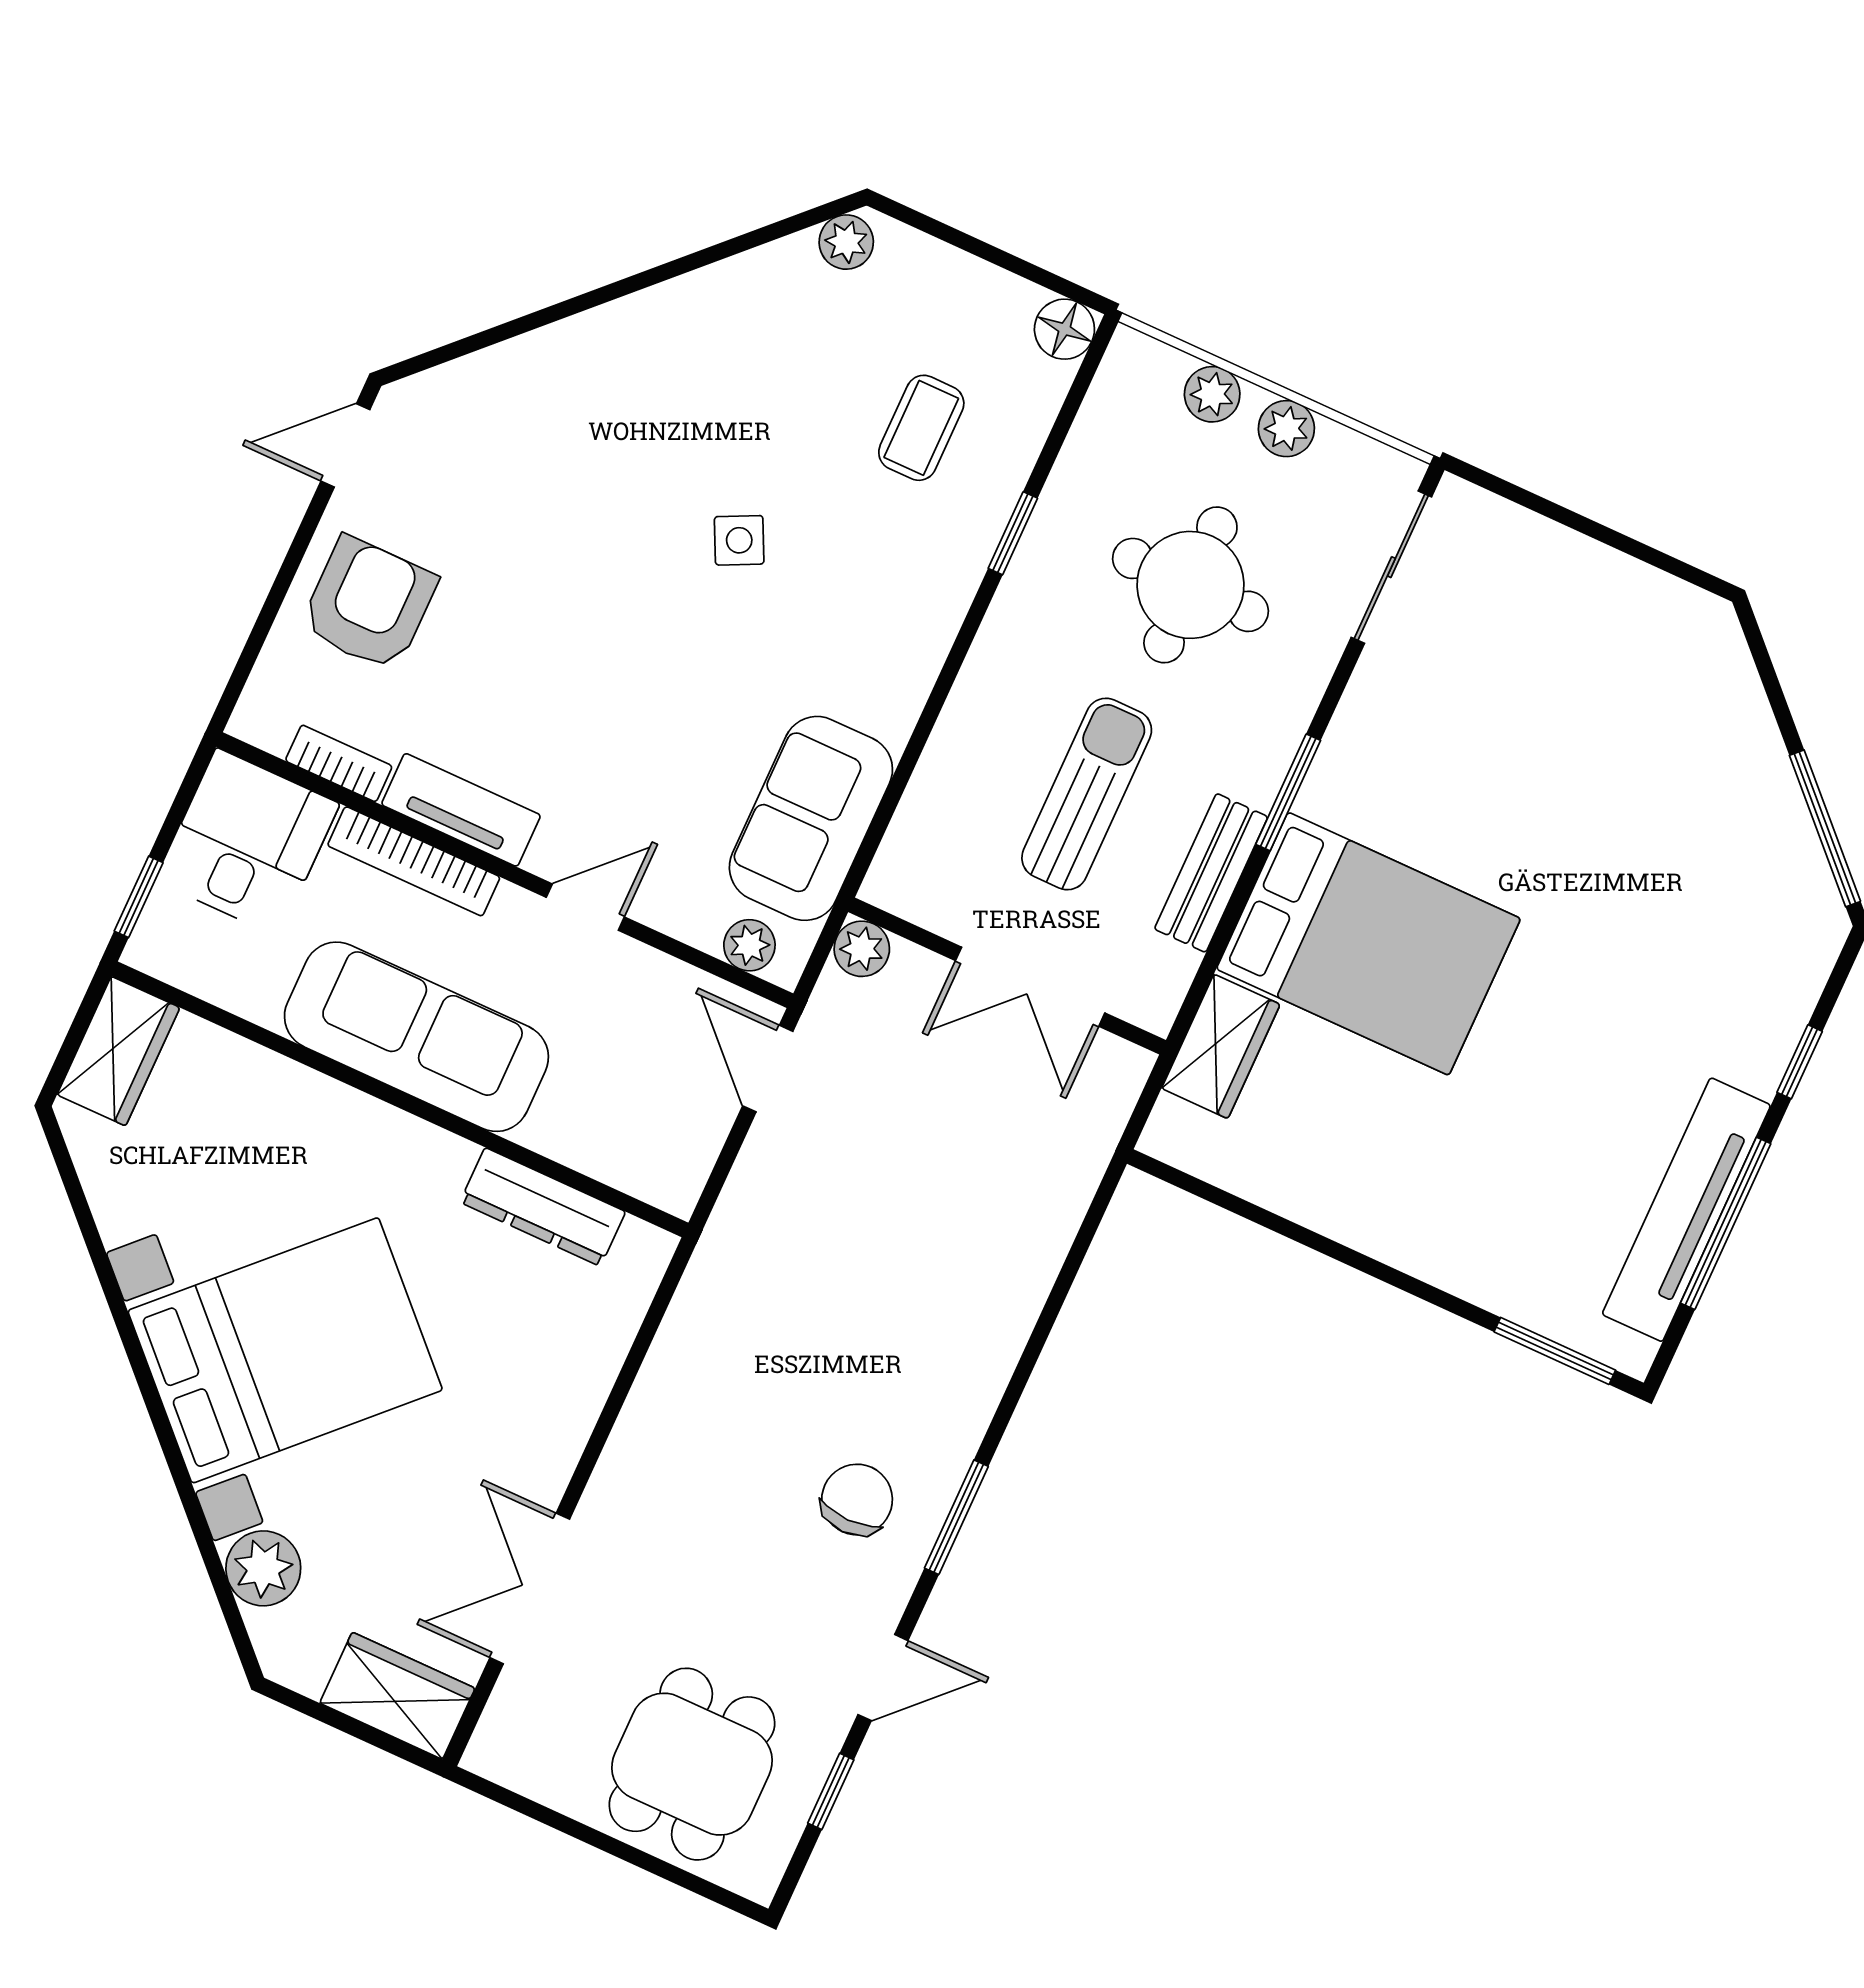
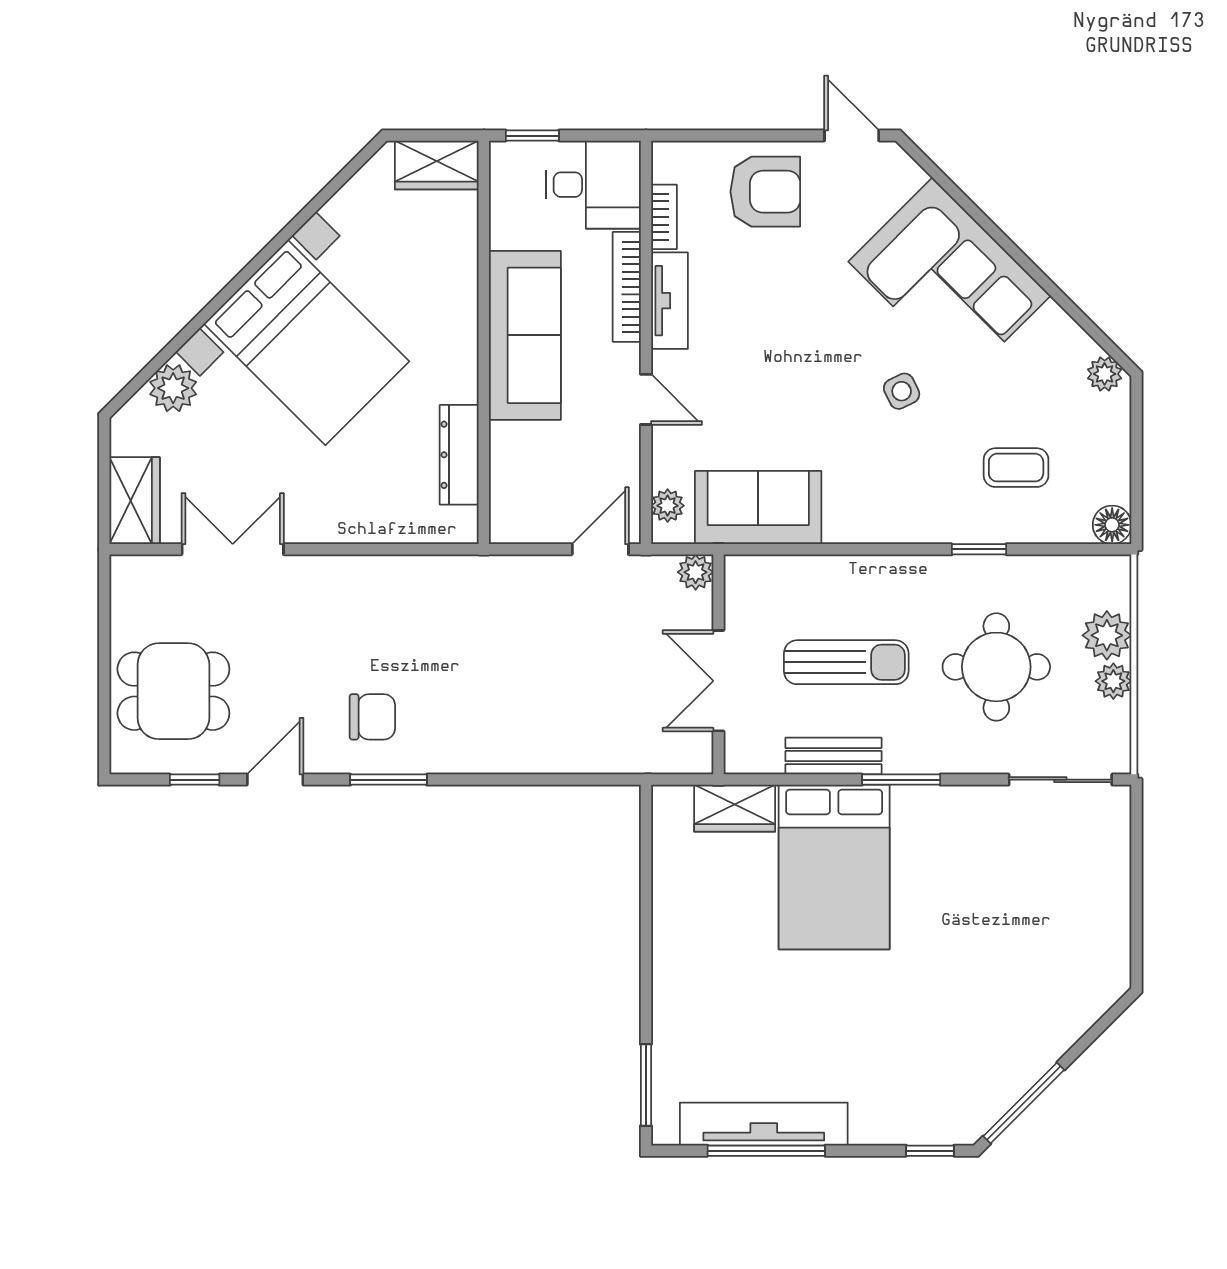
plant: (1212, 394) -> (1107, 635), width x1.38, depth x1.38
corner sofa: (611, 400) -> (949, 279), added
window: (1800, 1062) -> (930, 1151), moved
door: (883, 1678) -> (275, 780), swing flipped

